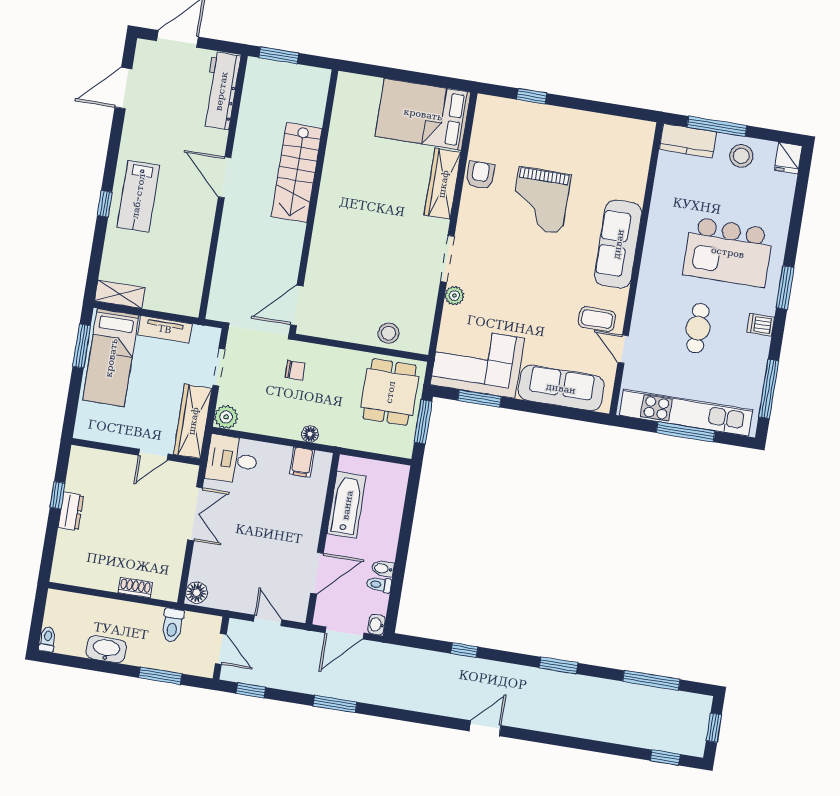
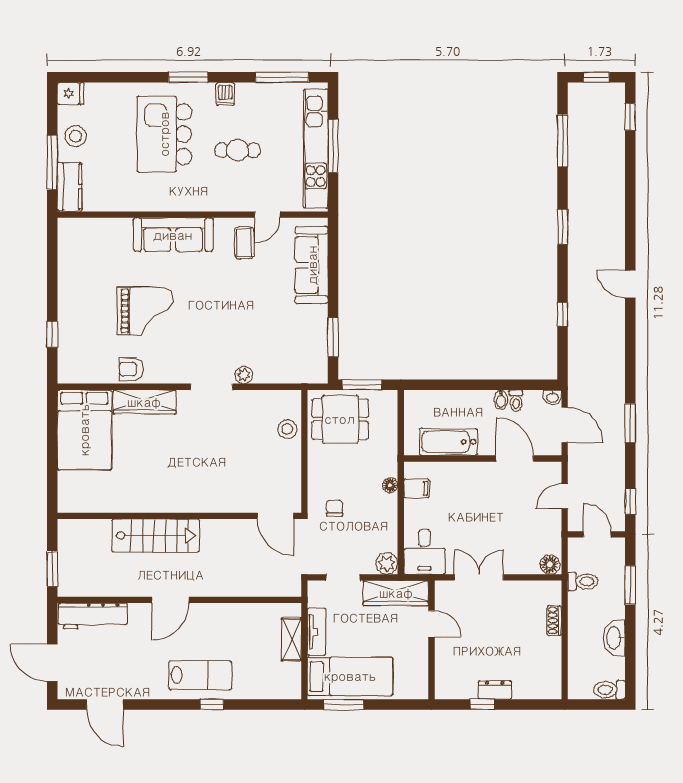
kitchen island: (728, 252) -> (164, 134), turned 180
shelving: (120, 294) -> (292, 639), moved
corner sofa: (478, 362) -> (300, 344), removed
toilet: (48, 639) -> (609, 690), width x1.37, depth x1.39
door: (221, 649) -> (597, 534), hinge flipped

